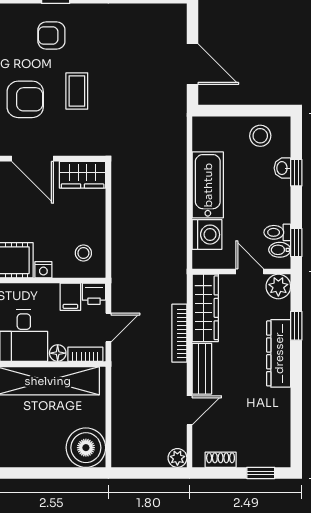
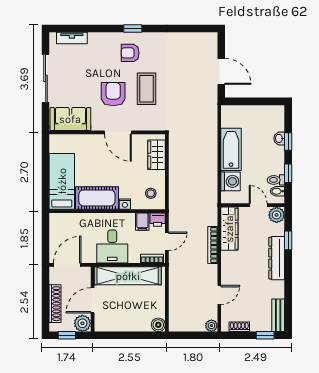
coffee table: (77, 91) -> (146, 89), width x1.36, depth x1.30
armchair: (25, 99) -> (113, 94), turned -90
stool: (260, 136) -> (265, 118), removed
wardrobe: (83, 175) -> (156, 155), moved, turned 90
window: (296, 243) -> (288, 173), moved
floor lamp: (58, 353) -> (134, 258), removed
bench: (202, 369) -> (278, 315), moved
boiler: (86, 448) -> (158, 325), width x0.54, depth x0.54

